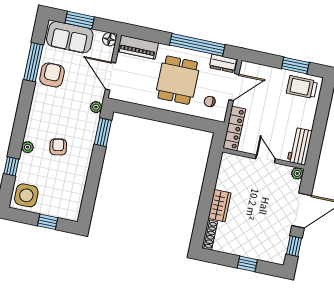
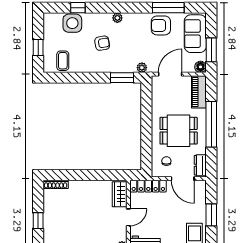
window: (80, 20) -> (211, 50), moved
window: (197, 45) -> (211, 124), moved
window: (295, 65) -> (211, 215), moved
armchair: (52, 75) -> (161, 25), turned 180
plant: (28, 147) -> (117, 18), moved
side table: (26, 195) -> (72, 23), moved
coffee table: (69, 197) -> (63, 61), added
wardrobe: (220, 206) -> (120, 194), moved, turned 90

